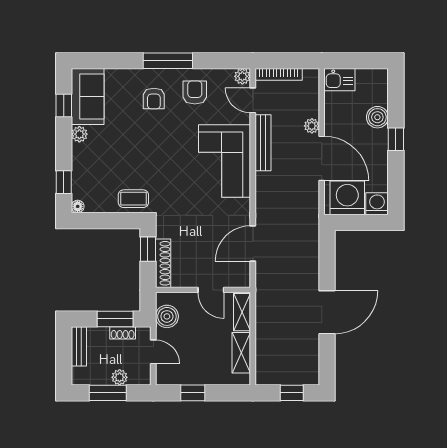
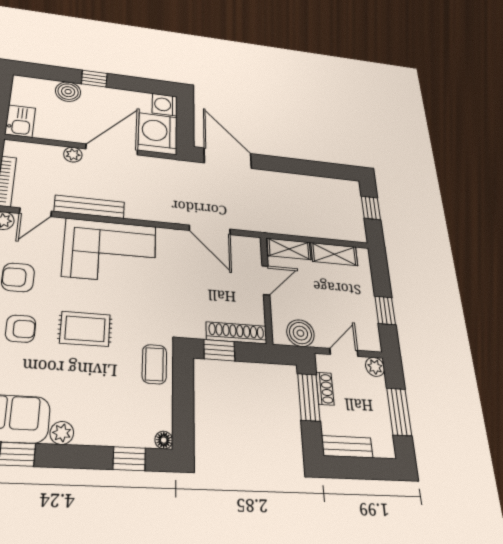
rug: (157, 146) -> (85, 329), added
door: (327, 312) -> (228, 158), moved
plant: (120, 377) -> (375, 367), moved

